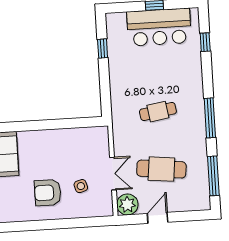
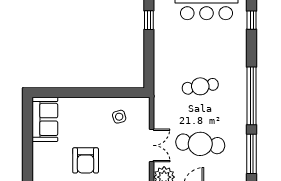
window: (210, 118) -> (252, 96), width x1.46
side table: (81, 186) -> (119, 117), moved
armchair: (48, 193) -> (86, 160), turned -90

